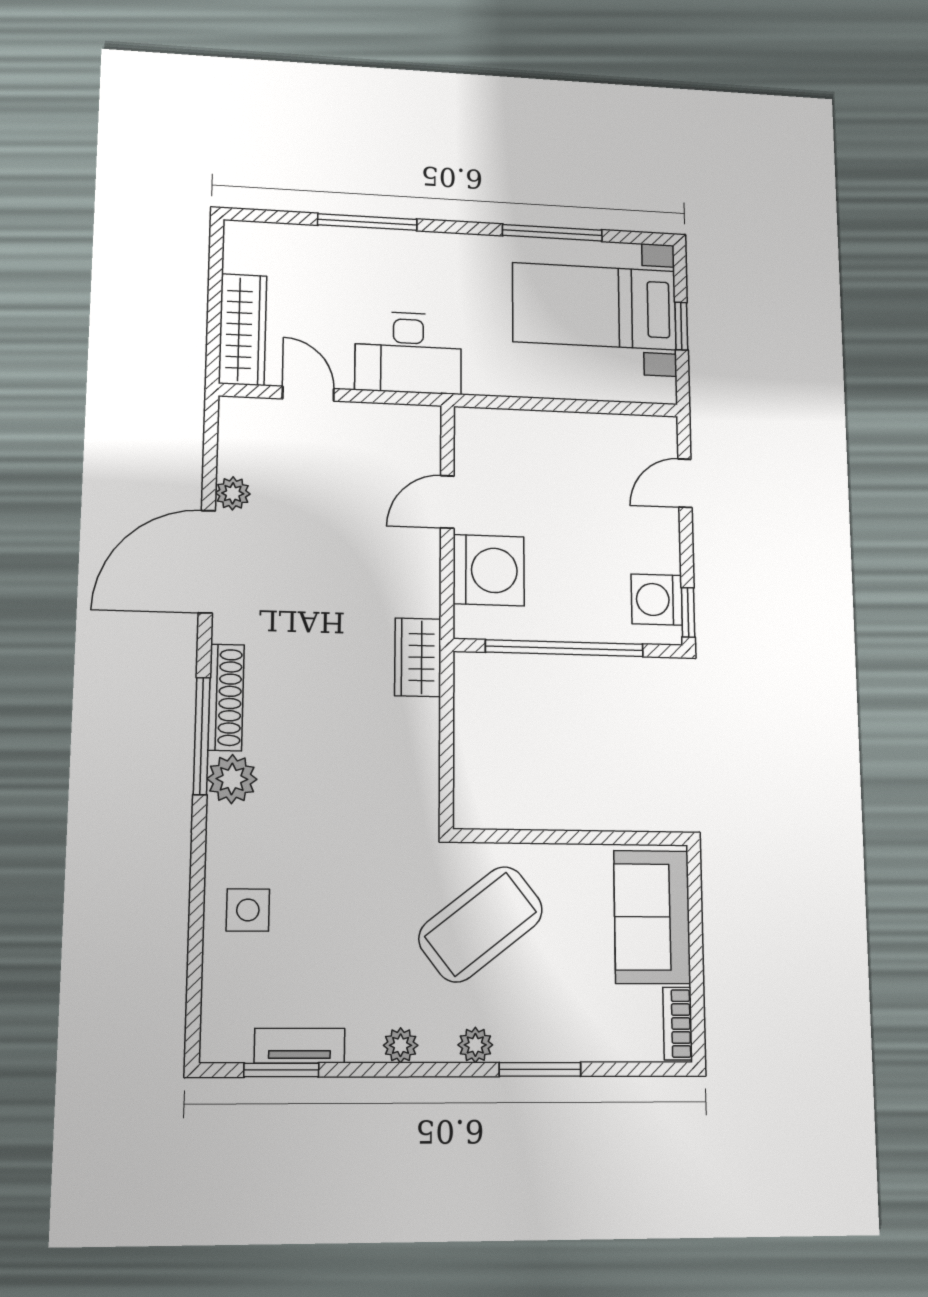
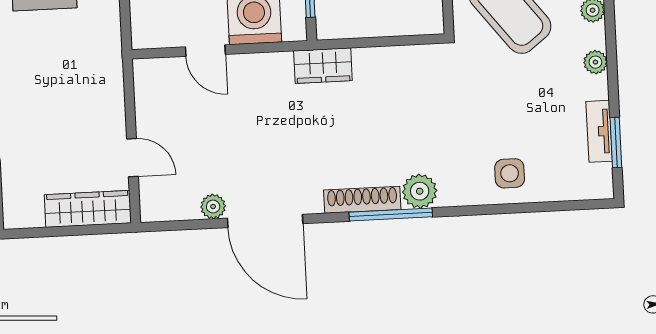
desk: (408, 353) -> (93, 86), removed
door: (308, 394) -> (132, 158), swing flipped

